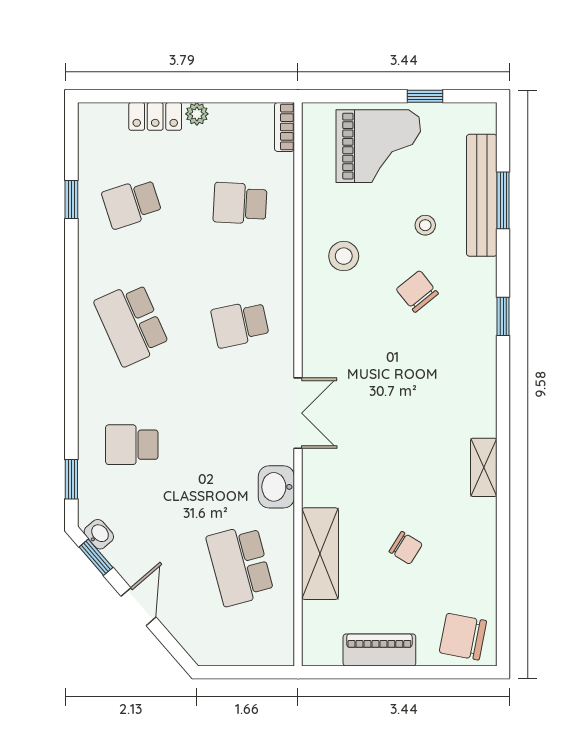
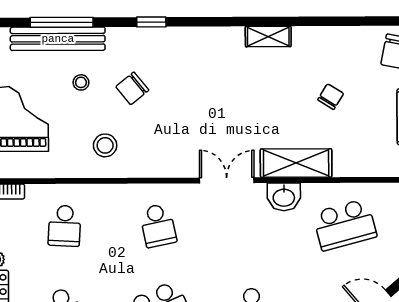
window: (503, 200) -> (62, 22), width x1.44
shelving: (320, 554) -> (296, 163), moved

